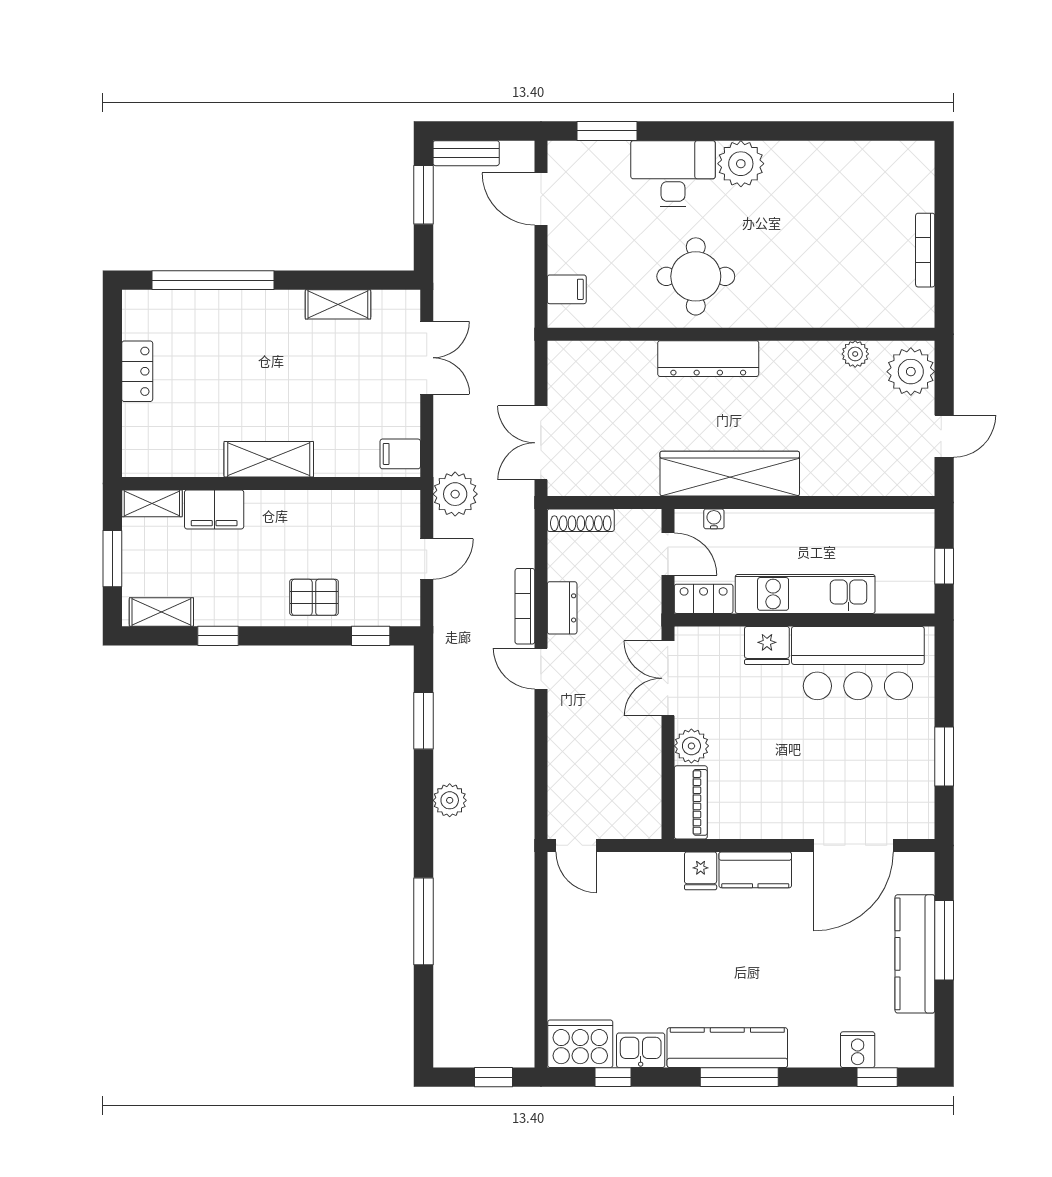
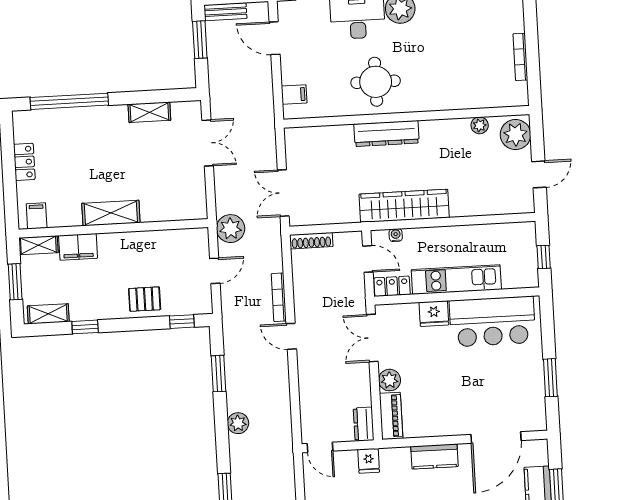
filing cabinet: (400, 454) -> (37, 216), moved, turned 90
dresser: (562, 608) -> (364, 424), moved, turned 180
fridge: (701, 871) -> (369, 461), moved

